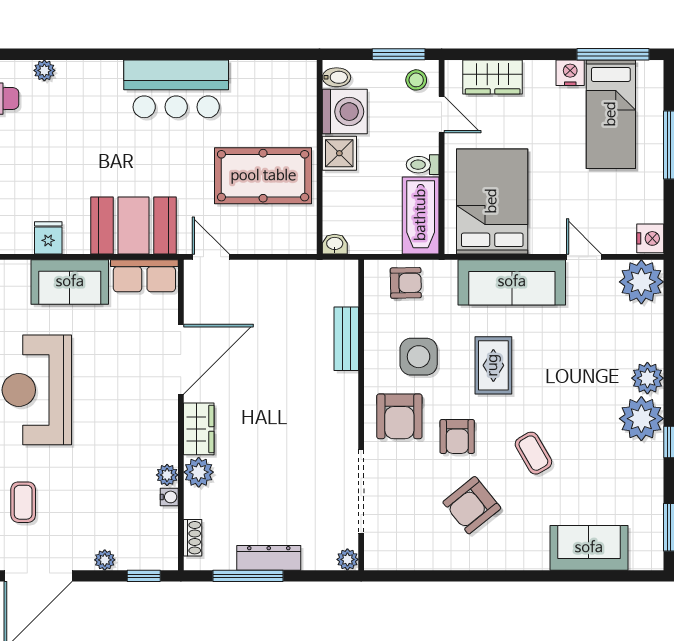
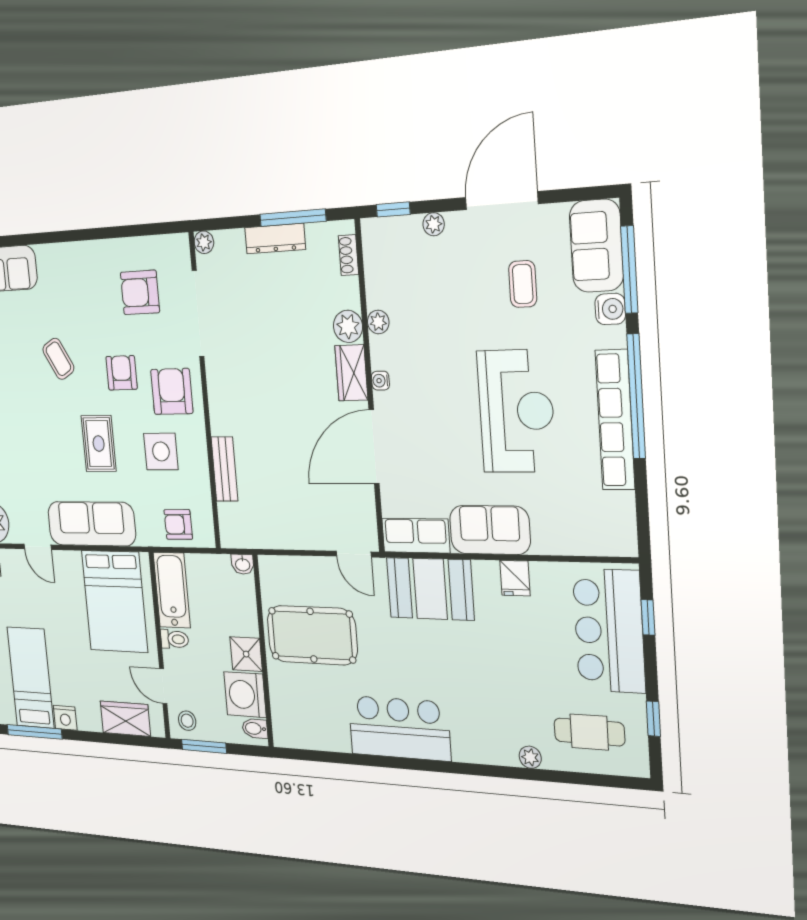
water cooler: (169, 497) -> (380, 381), moved
armchair: (472, 505) -> (140, 292), moved, turned -141

